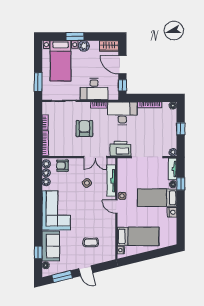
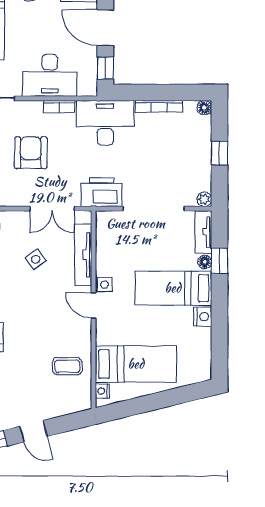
coffee table: (91, 242) -> (67, 366), moved

